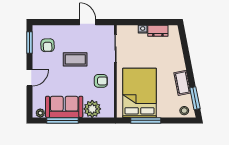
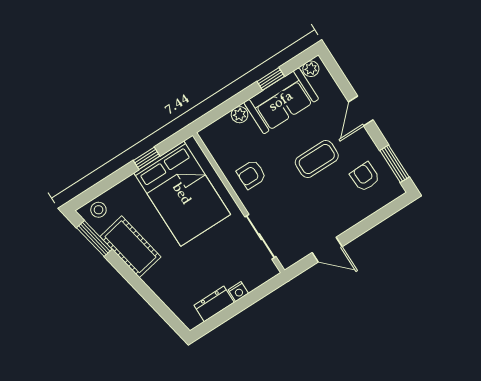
coffee table: (75, 59) -> (317, 159), moved
cot: (182, 83) -> (130, 247), width x1.37, depth x1.34
plant: (92, 109) -> (240, 115), width x0.53, depth x0.53
window: (63, 120) -> (271, 79), width x0.46
window: (146, 120) -> (147, 158), width x0.46

